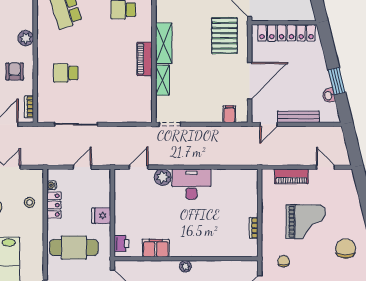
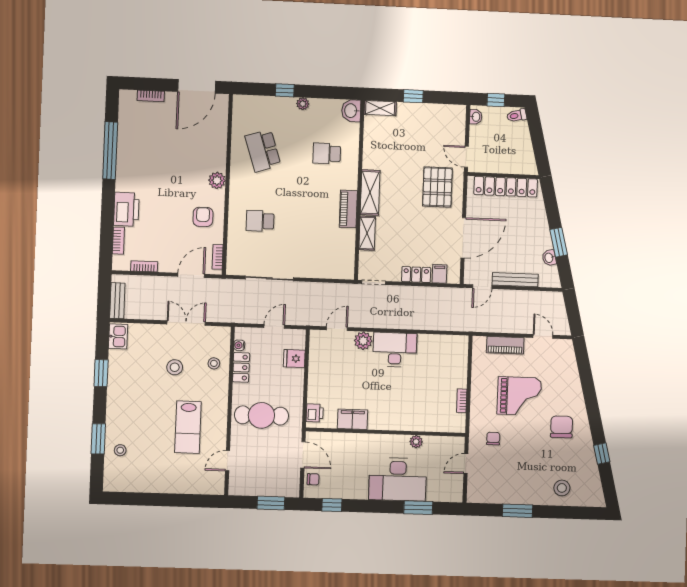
locker: (208, 116) -> (416, 275), added
fridge: (101, 216) -> (294, 359), moved
plant: (185, 266) -> (416, 442), moved

